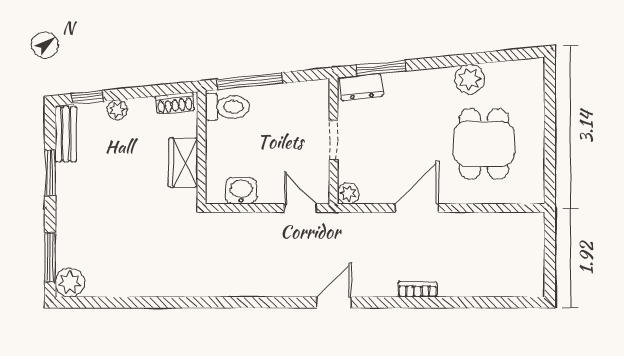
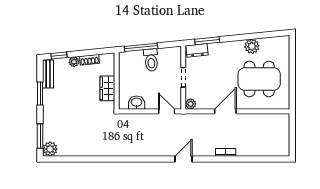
shoe rack: (175, 103) -> (89, 60), moved
toilet: (227, 107) -> (151, 60), moved, turned 84
dining table: (484, 144) -> (259, 79), width x1.37

